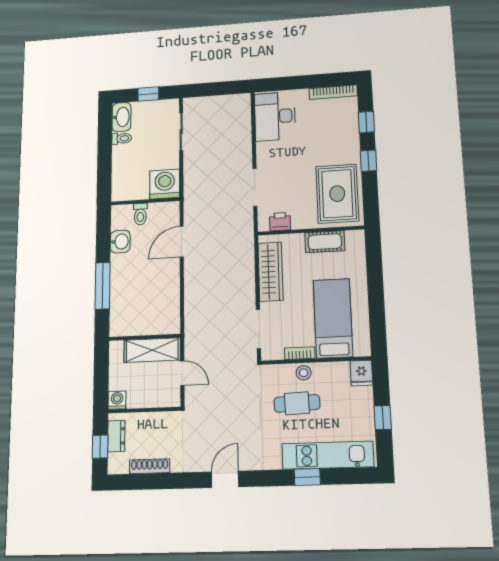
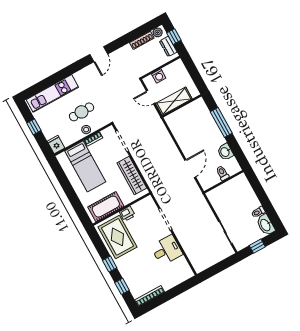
desk: (275, 116) -> (167, 250), moved, width x0.73
washing machine: (165, 184) -> (218, 197), removed
printer: (280, 222) -> (127, 214), moved
cot: (325, 242) -> (106, 207), width x1.37, depth x1.34
washing machine: (117, 400) -> (159, 76), moved
plant: (120, 466) -> (158, 32), added
window: (307, 477) -> (57, 77), removed

